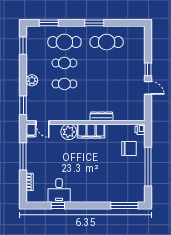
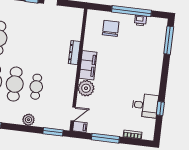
cafe table: (64, 63) -> (15, 84), width x1.37, depth x1.35
printer: (140, 129) -> (141, 21), moved

